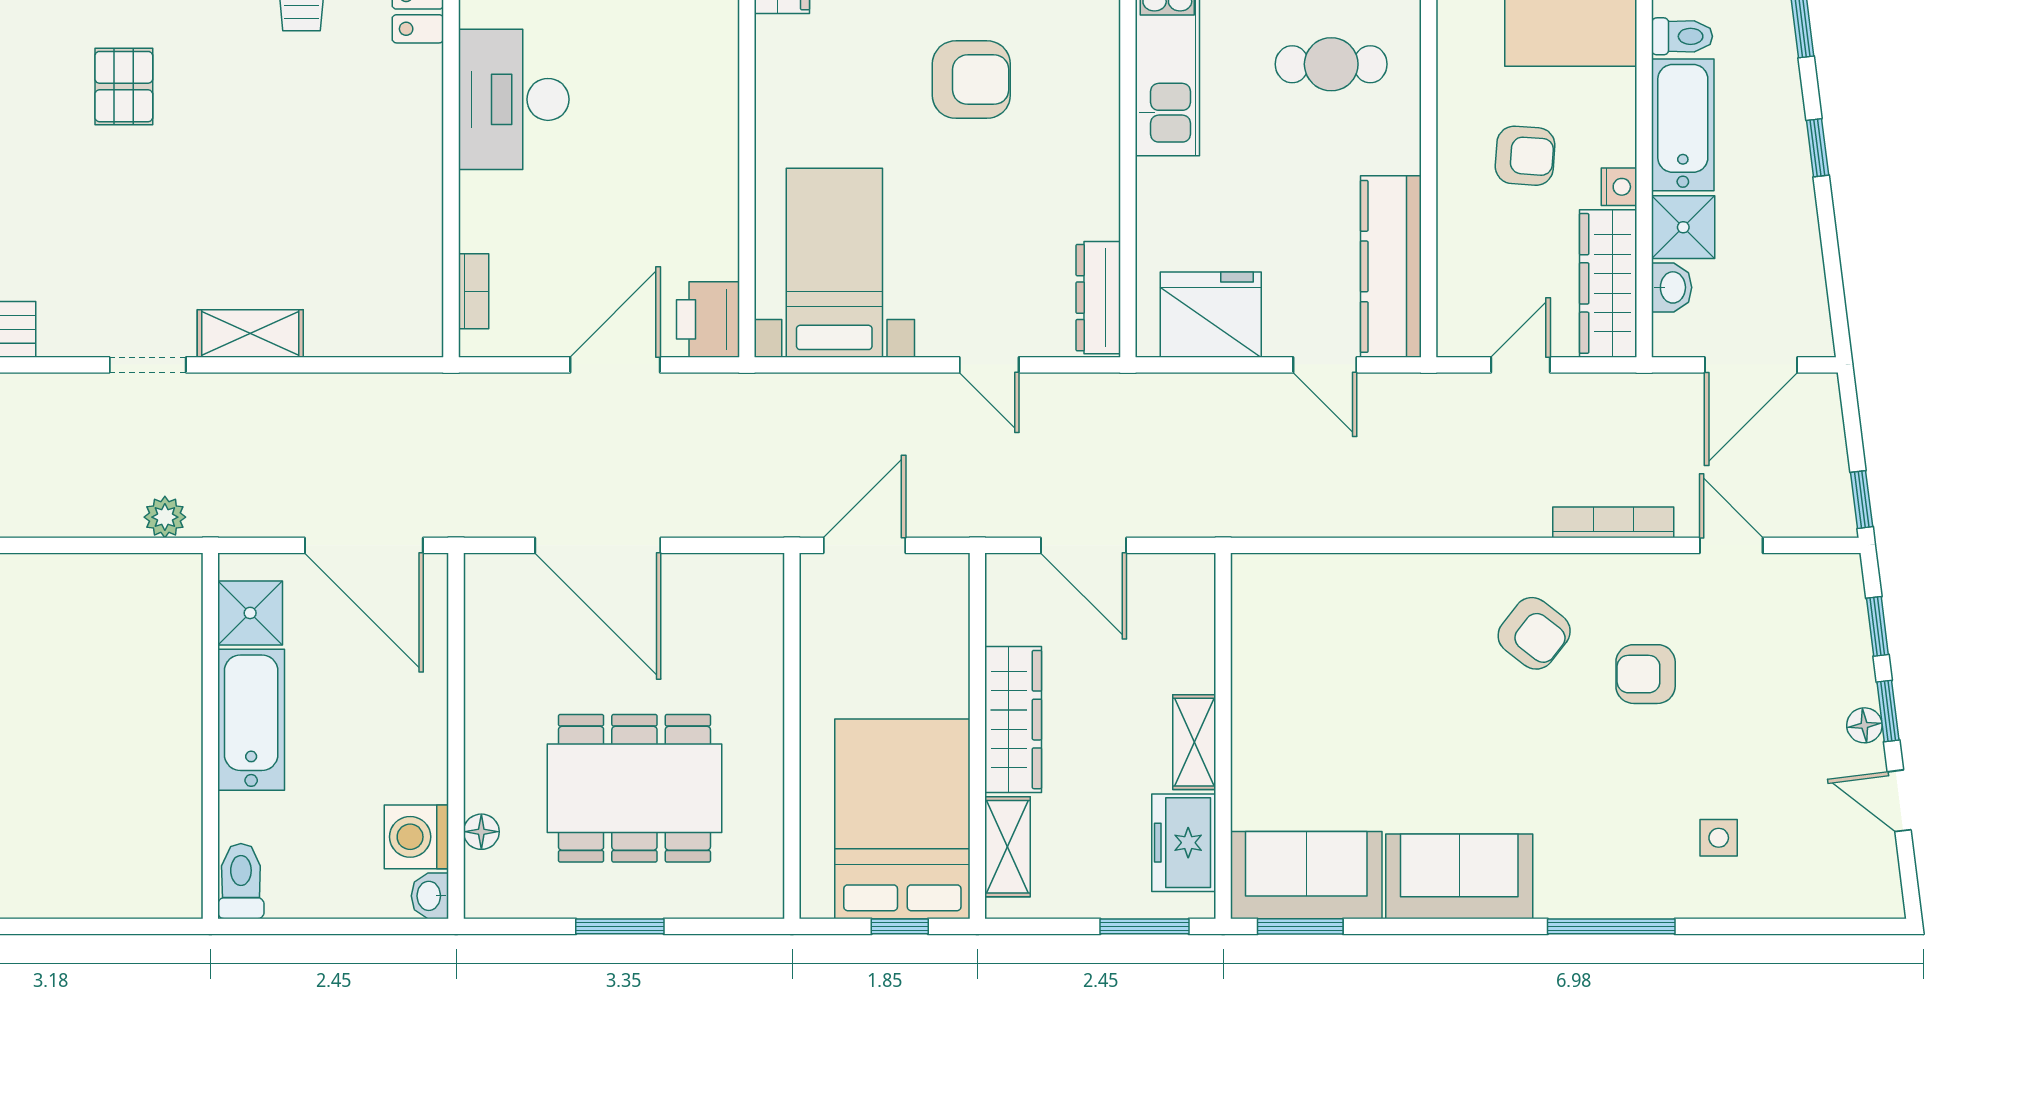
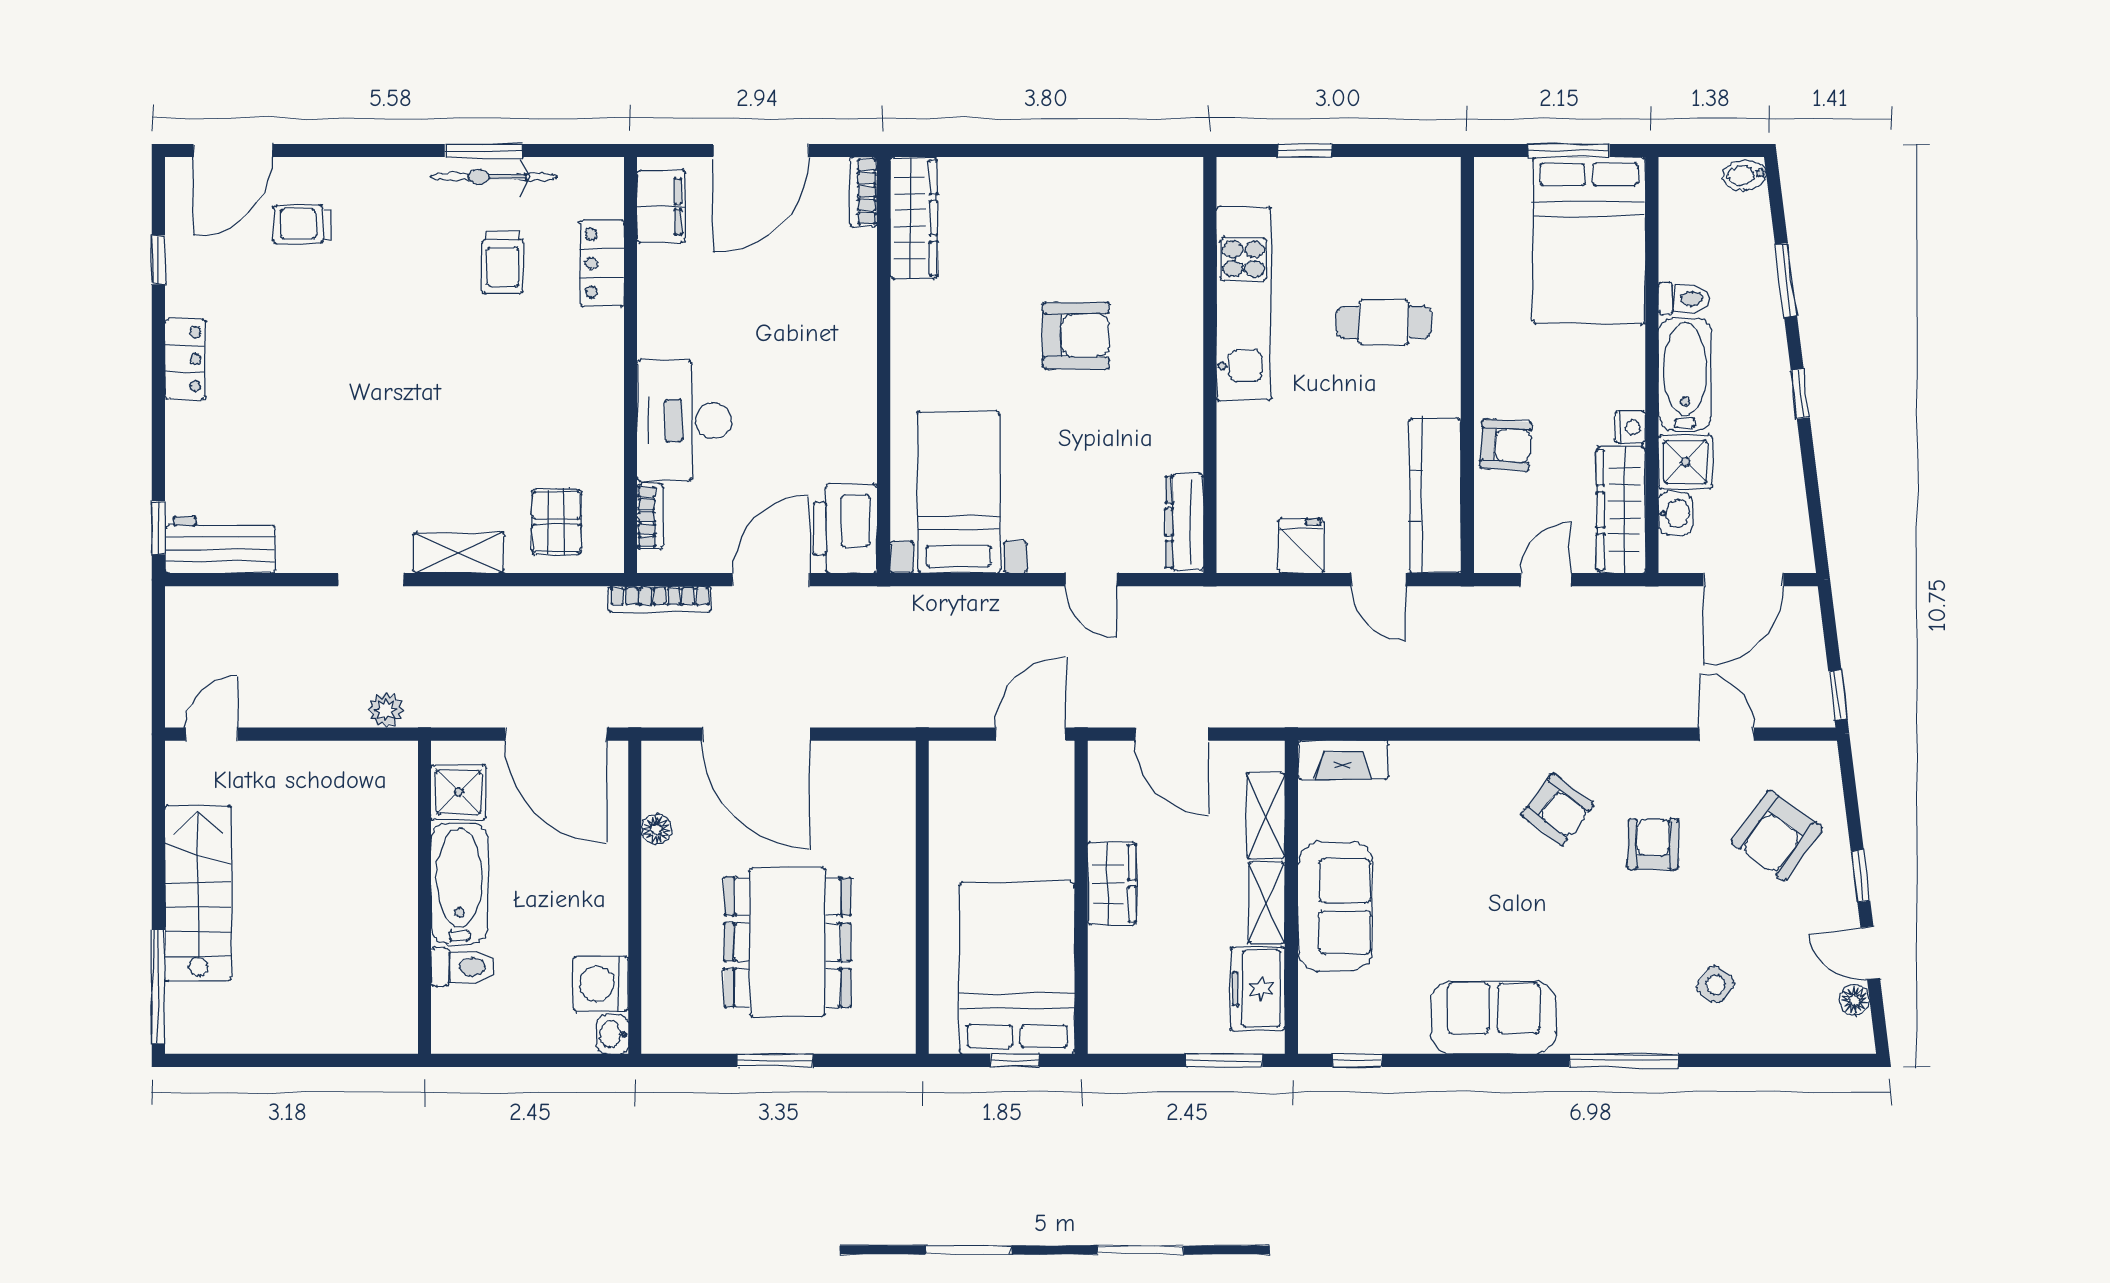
pallet: (124, 87) -> (556, 522), moved
desk: (514, 99) -> (684, 421), moved
armchair: (1525, 156) -> (1506, 445), moved
fridge: (1211, 315) -> (1301, 546), width x0.53, depth x0.75
printer: (708, 319) -> (845, 529), width x1.37, depth x1.19
bookcase: (1613, 522) -> (660, 599), moved, turned 180
door: (865, 545) -> (1031, 734), moved
fireplace: (1283, 575) -> (1343, 760), added
window: (1877, 626) -> (1851, 804), removed
armchair: (1790, 664) -> (1777, 835), added
armchair: (1646, 674) -> (1653, 844), turned 90
wardrobe: (1013, 720) -> (1112, 883), width x0.67
floor lamp: (1864, 725) -> (1854, 1000), moved
dining table: (634, 788) -> (788, 942), turned 90
floor lamp: (481, 832) -> (656, 829), moved
side table: (1719, 838) -> (1716, 985), turned 37
shelving: (1007, 847) -> (1266, 816), moved
sofa: (1306, 875) -> (1335, 906), moved, turned 90
toilet: (241, 881) -> (463, 967), moved, turned 90
window: (1300, 926) -> (1357, 1060), width x0.67

